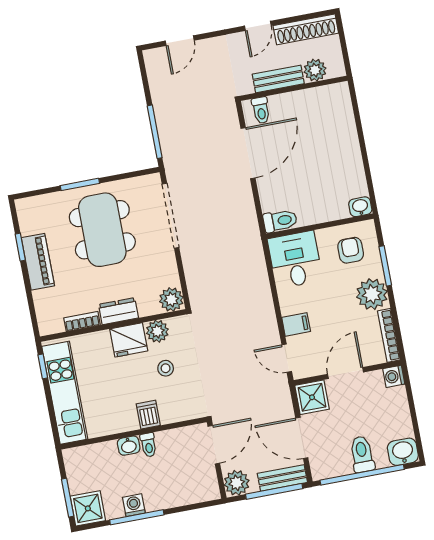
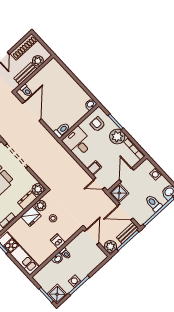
dresser: (118, 311) -> (27, 200), moved
washing machine: (394, 376) -> (156, 174), moved

